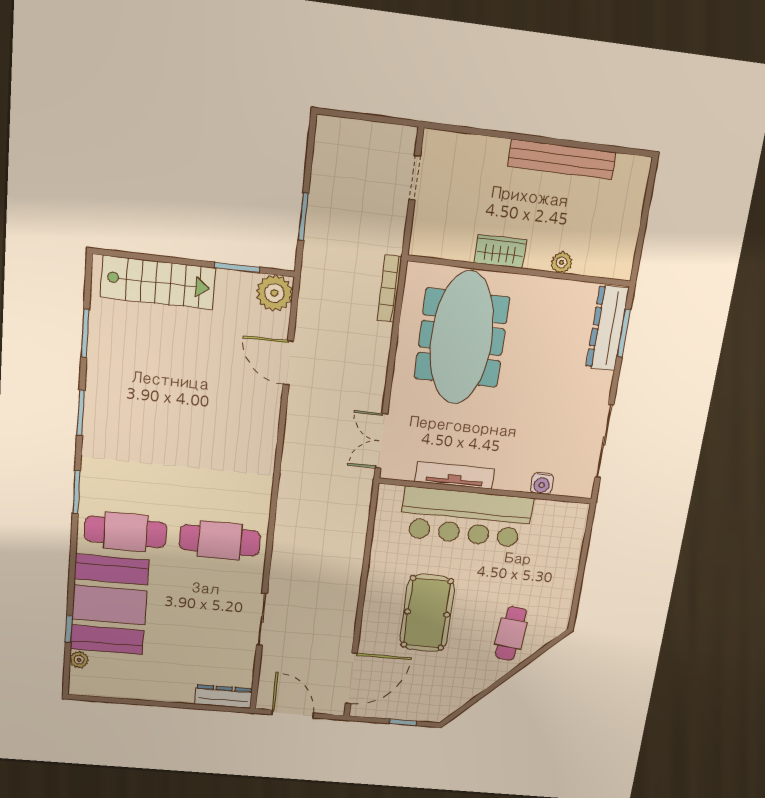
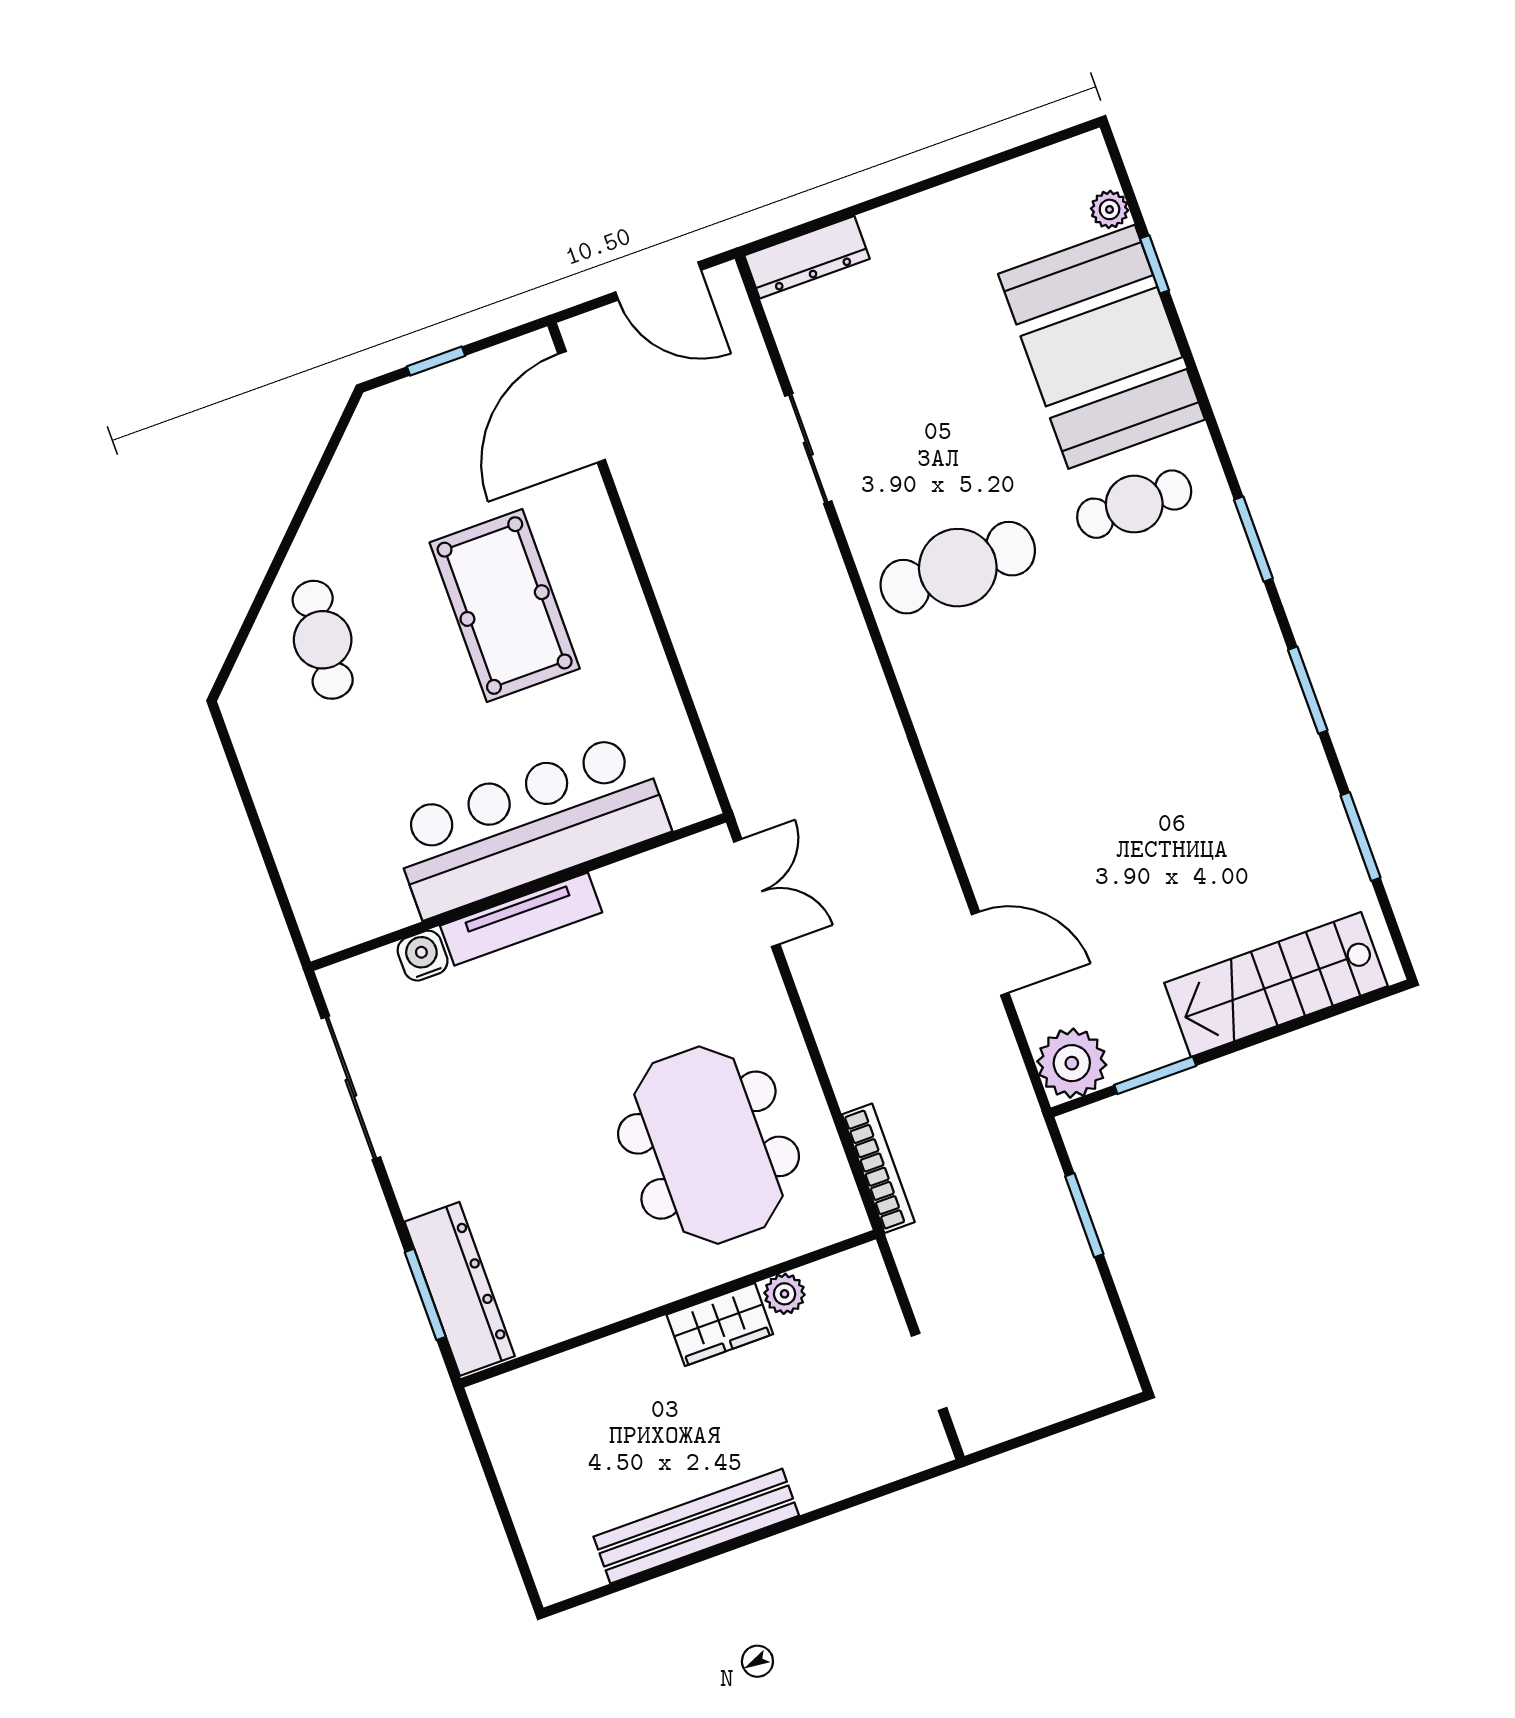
plant: (562, 262) -> (785, 1294), moved
meeting table: (462, 338) -> (708, 1145), width x0.73
tv unit: (455, 475) -> (521, 919), moved
cafe table: (126, 532) -> (1134, 504), width x0.73, depth x0.74

